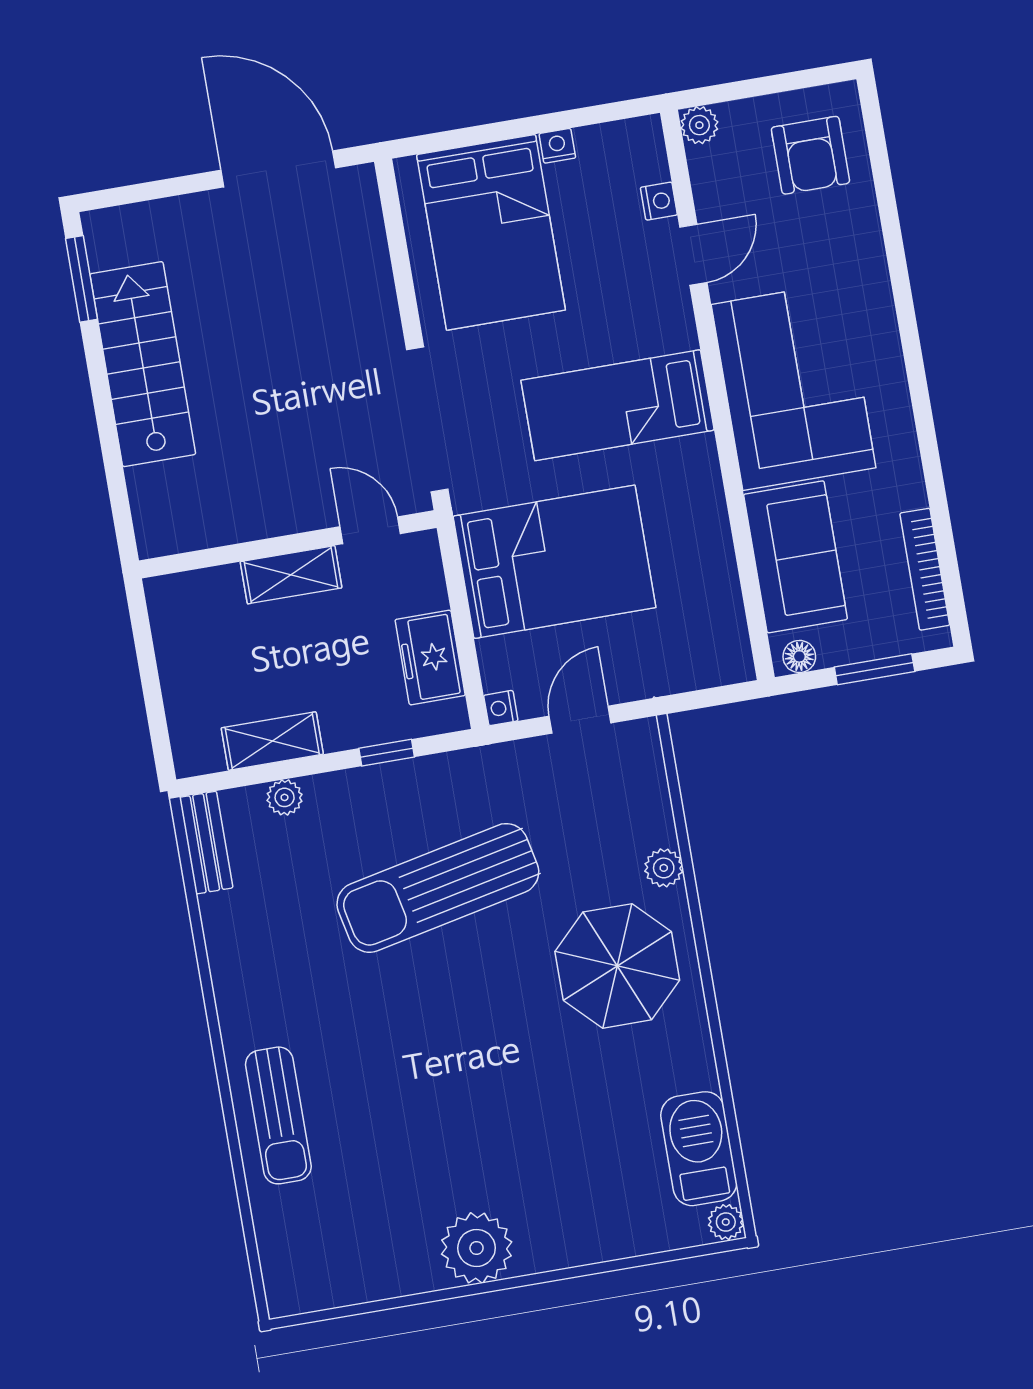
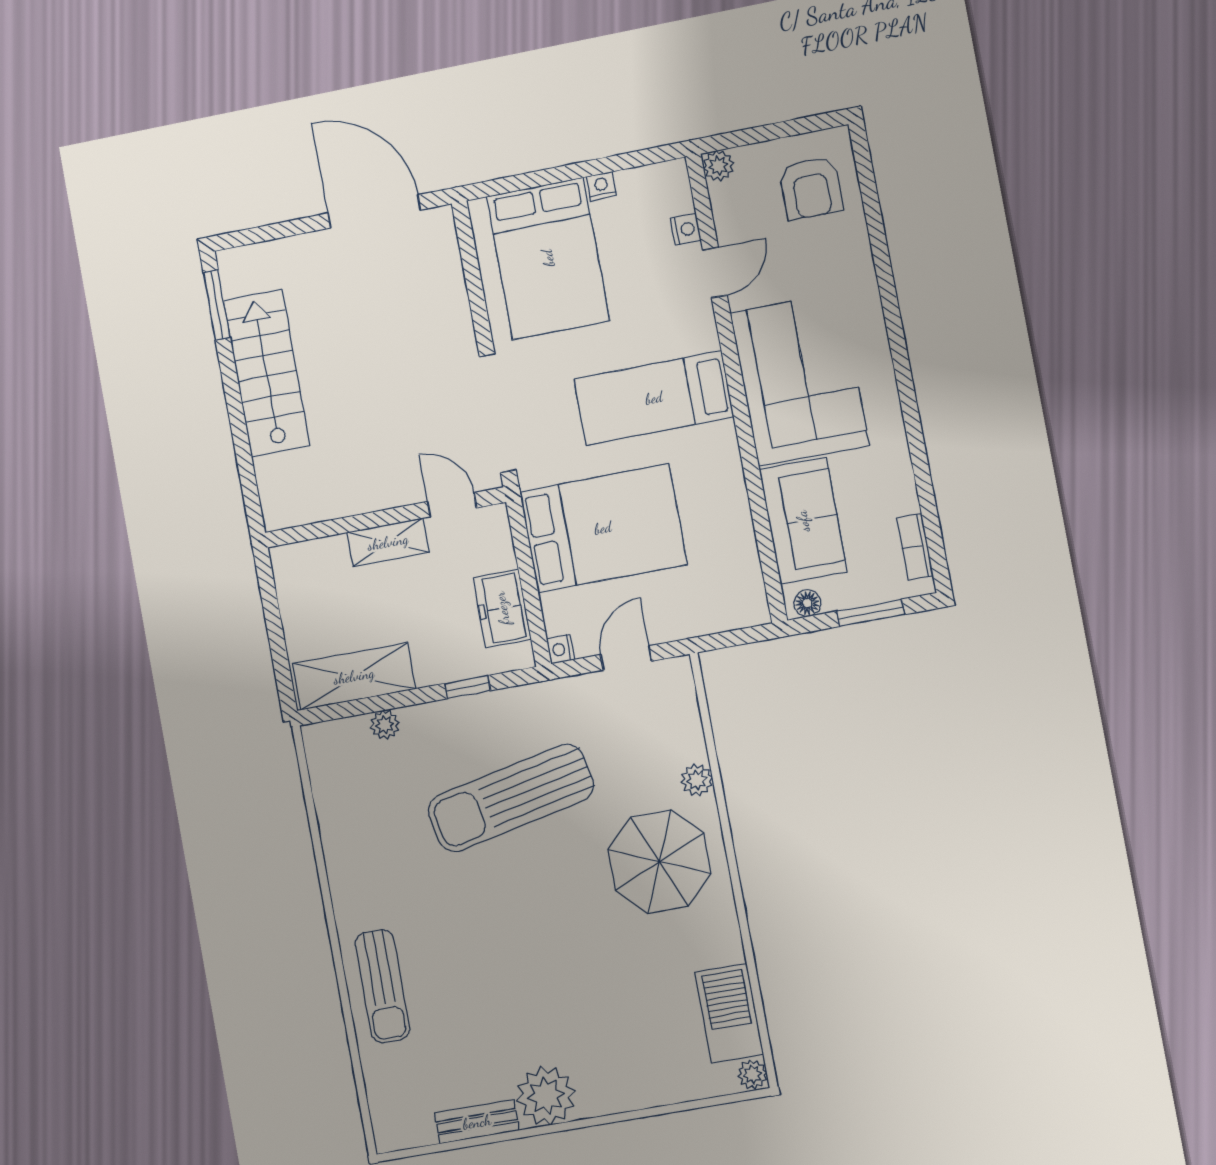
bookcase: (925, 569) -> (915, 547), width x0.64
shelving: (272, 741) -> (354, 676), width x1.50, depth x1.33
bench: (206, 843) -> (477, 1122), moved, turned 90

